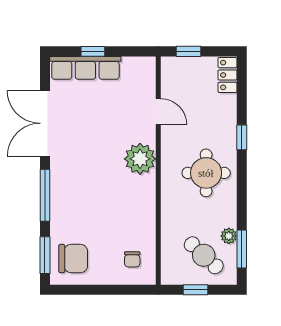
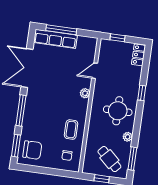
window: (93, 51) -> (61, 30), width x2.17
door: (158, 112) -> (95, 71), swing flipped
plant: (140, 159) -> (85, 93), width x0.53, depth x0.53
coffee table: (133, 215) -> (71, 130), added
plant: (229, 236) -> (128, 137), moved

